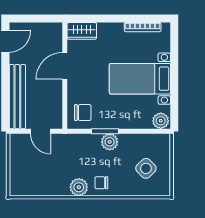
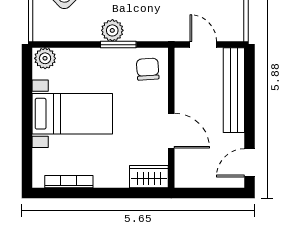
door: (65, 66) -> (171, 131), hinge flipped
chair: (83, 113) -> (148, 69), turned 86

